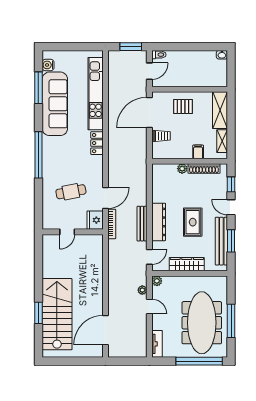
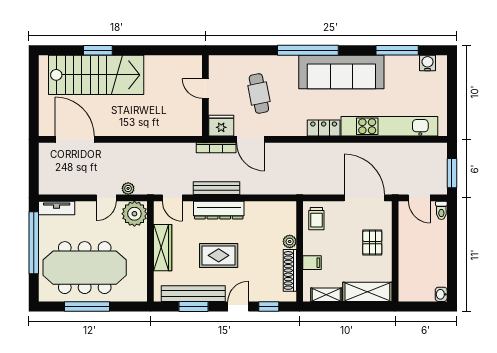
sofa: (55, 104) -> (341, 72), moved
trolley: (162, 136) -> (316, 219), moved
plant: (157, 281) -> (134, 214), width x1.88, depth x1.88
window: (199, 361) -> (34, 243), moved

